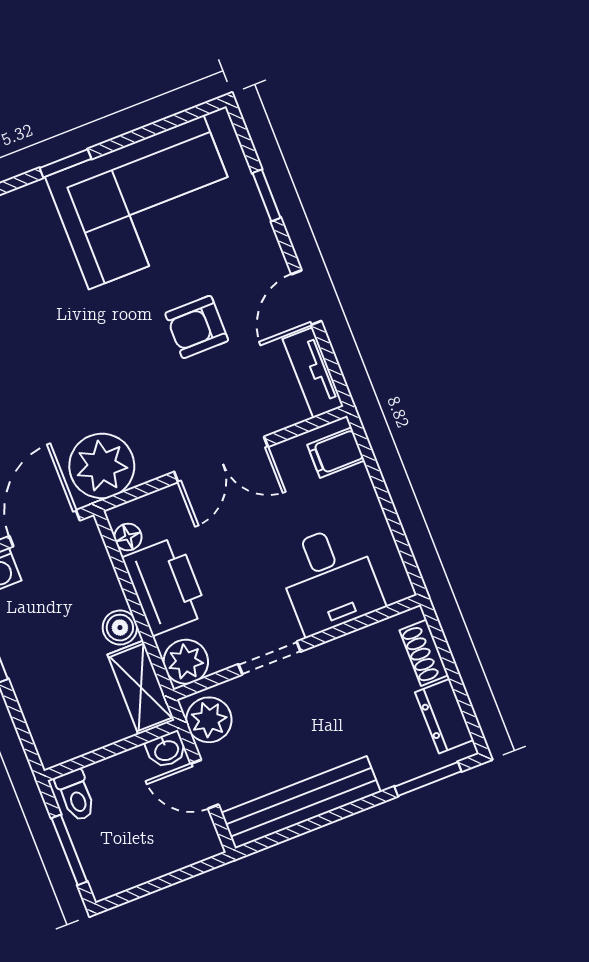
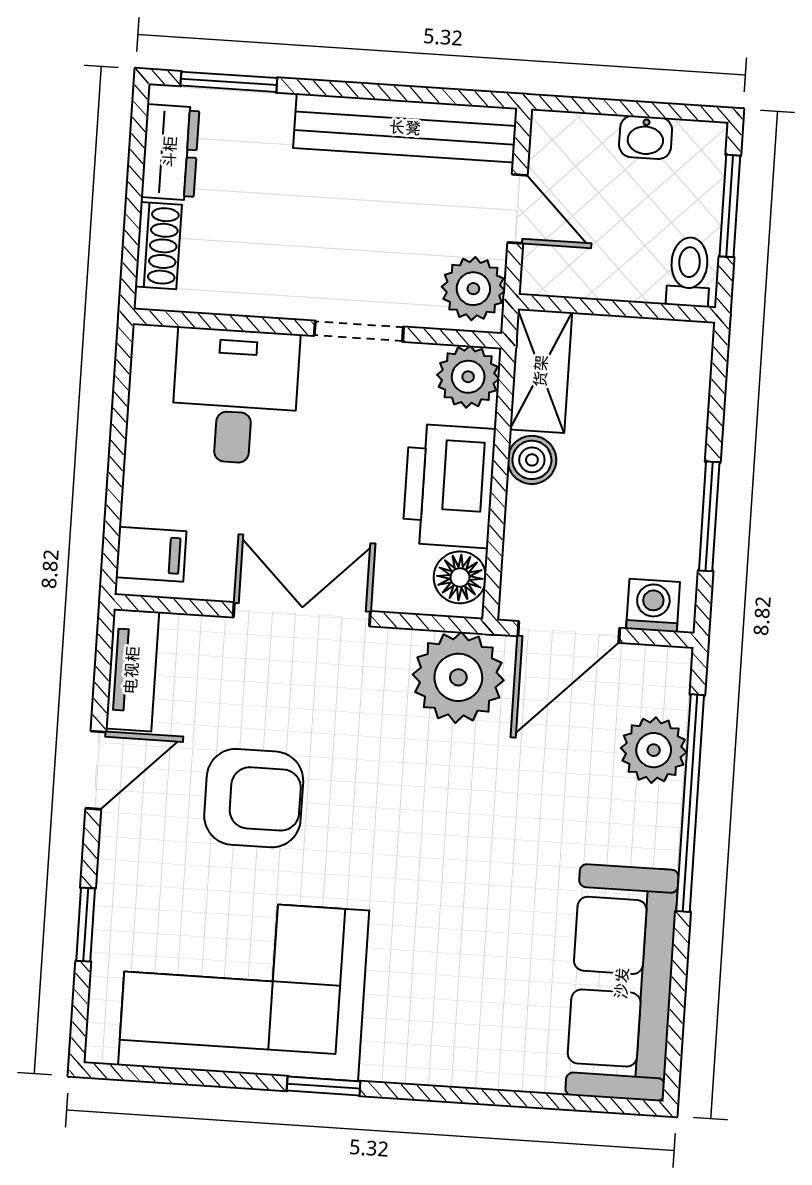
armchair: (197, 327) -> (254, 798), width x1.38, depth x1.38
floor lamp: (128, 537) -> (460, 577), width x1.37, depth x1.37
washbasin: (166, 750) -> (646, 137), moved, turned 180

